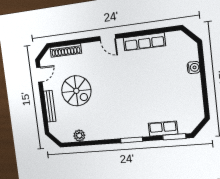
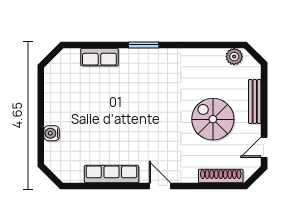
plant: (79, 136) -> (234, 57), moved
window: (174, 137) -> (86, 45), removed

